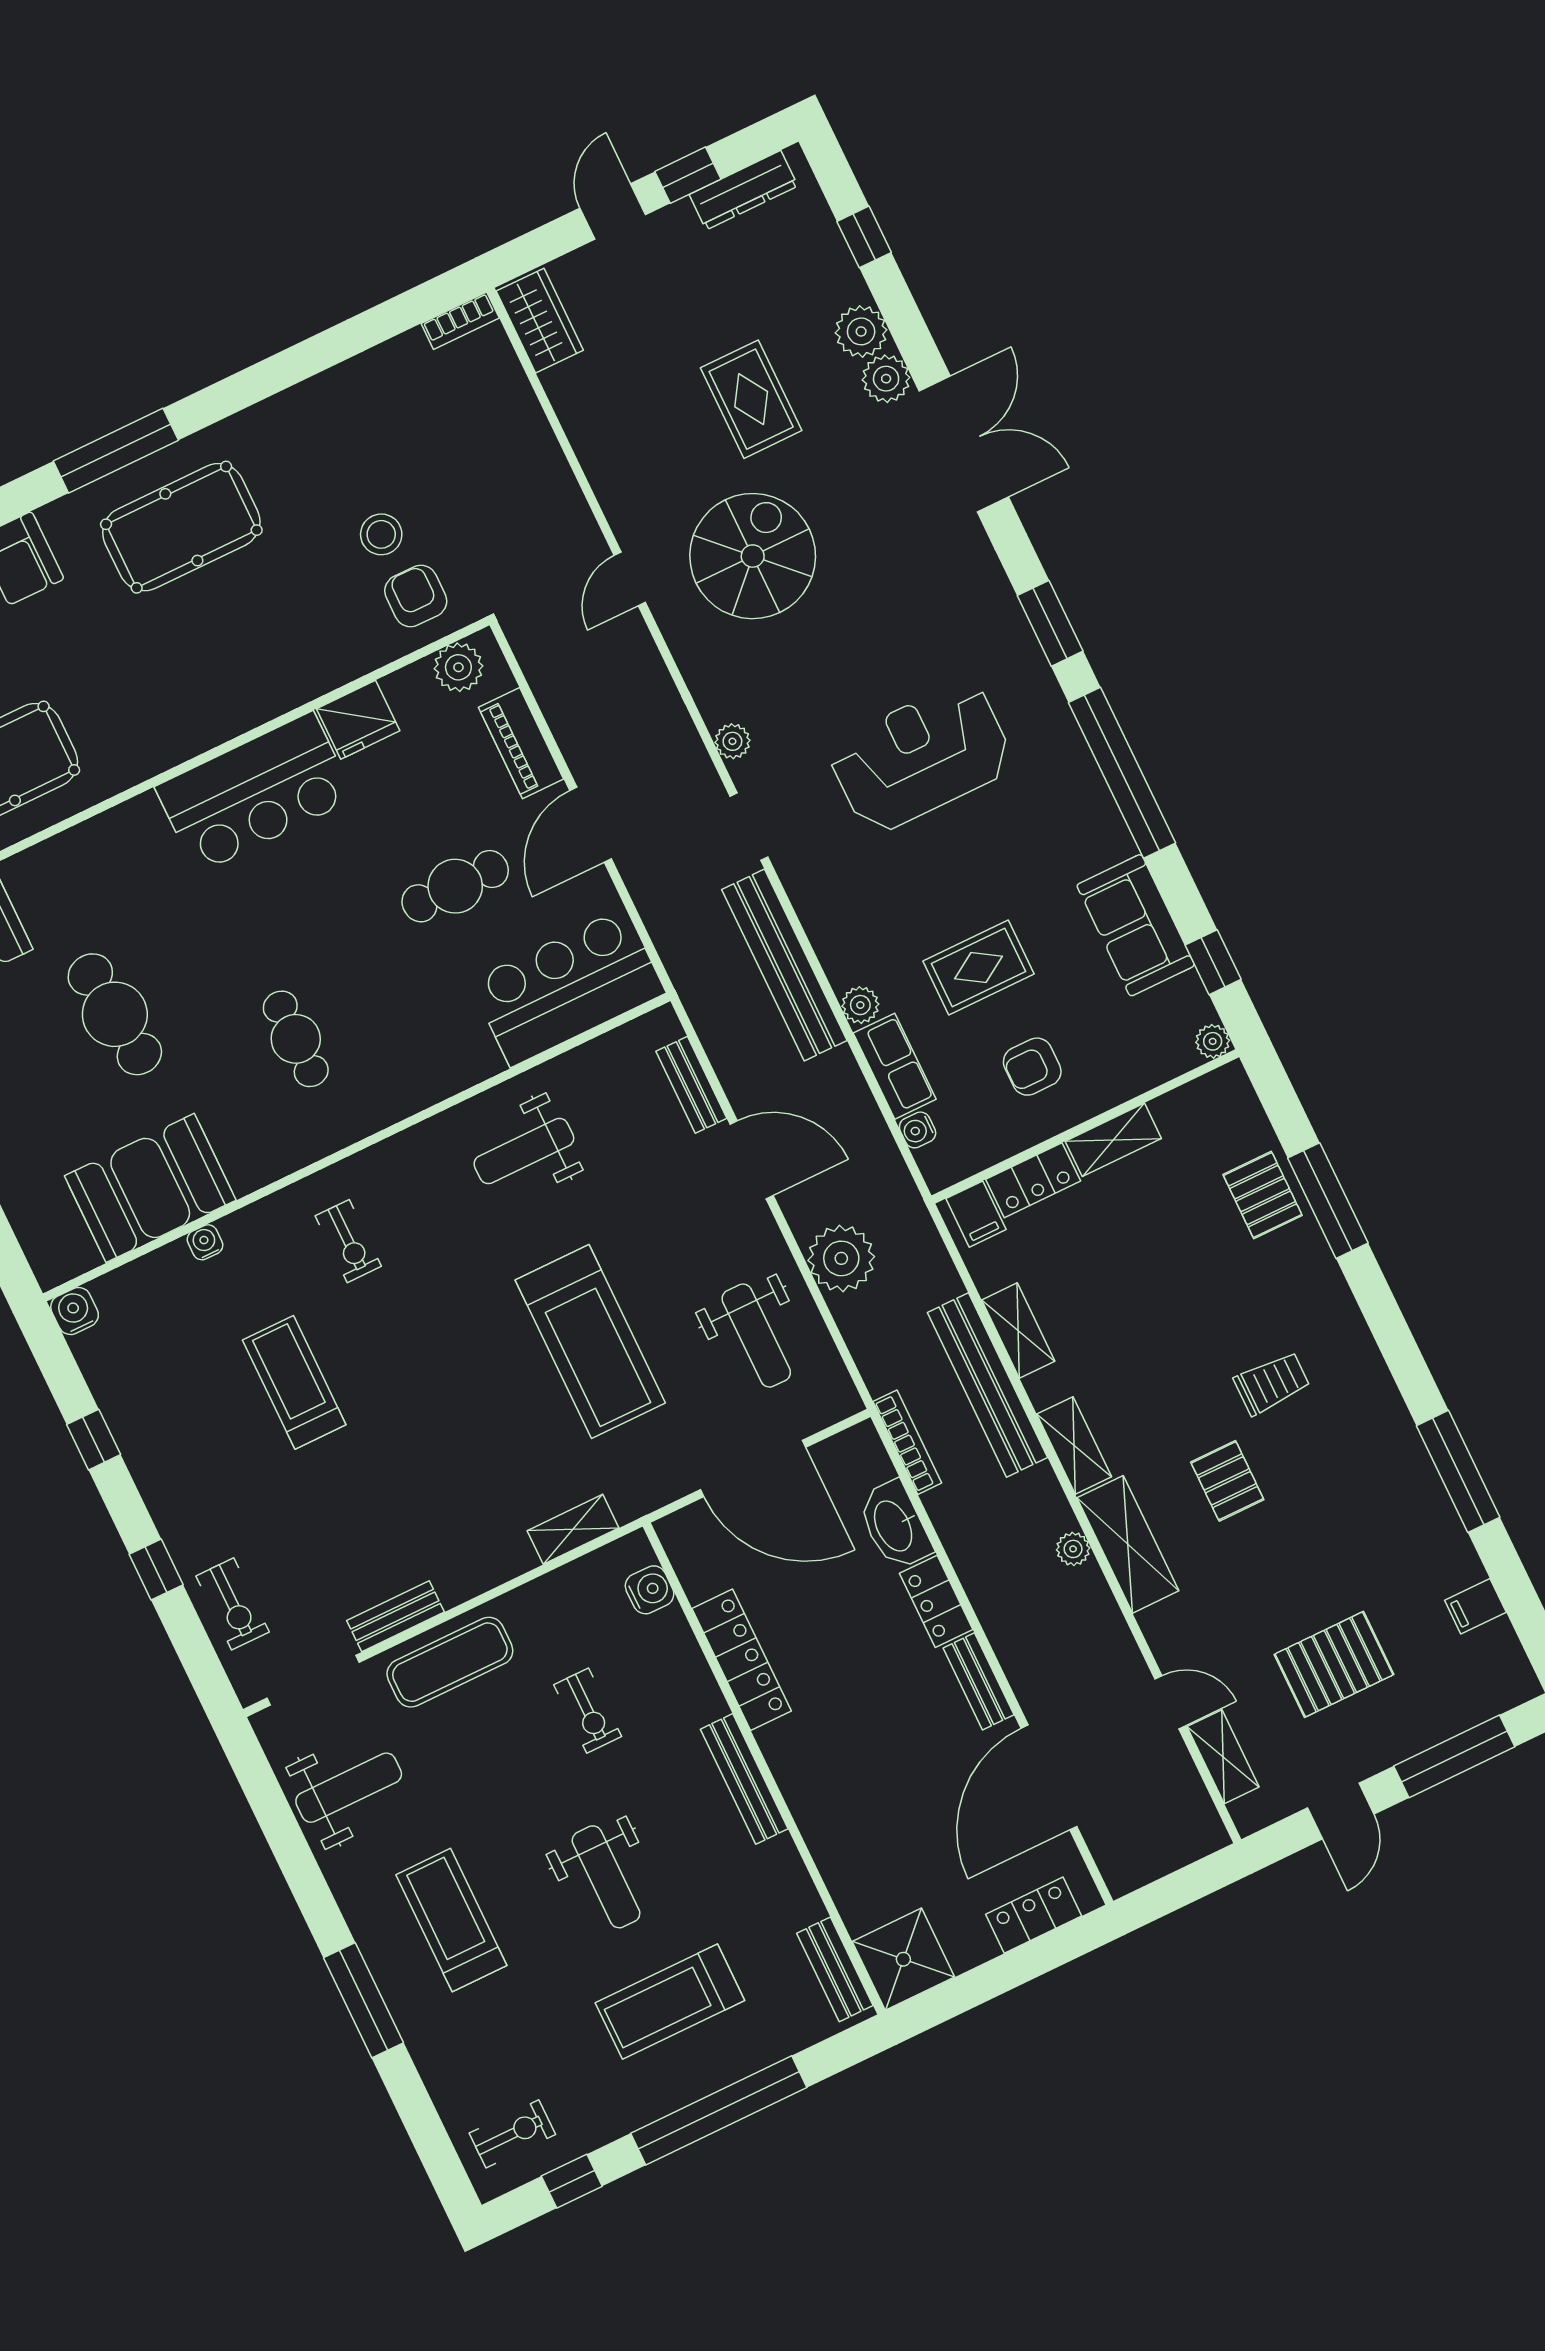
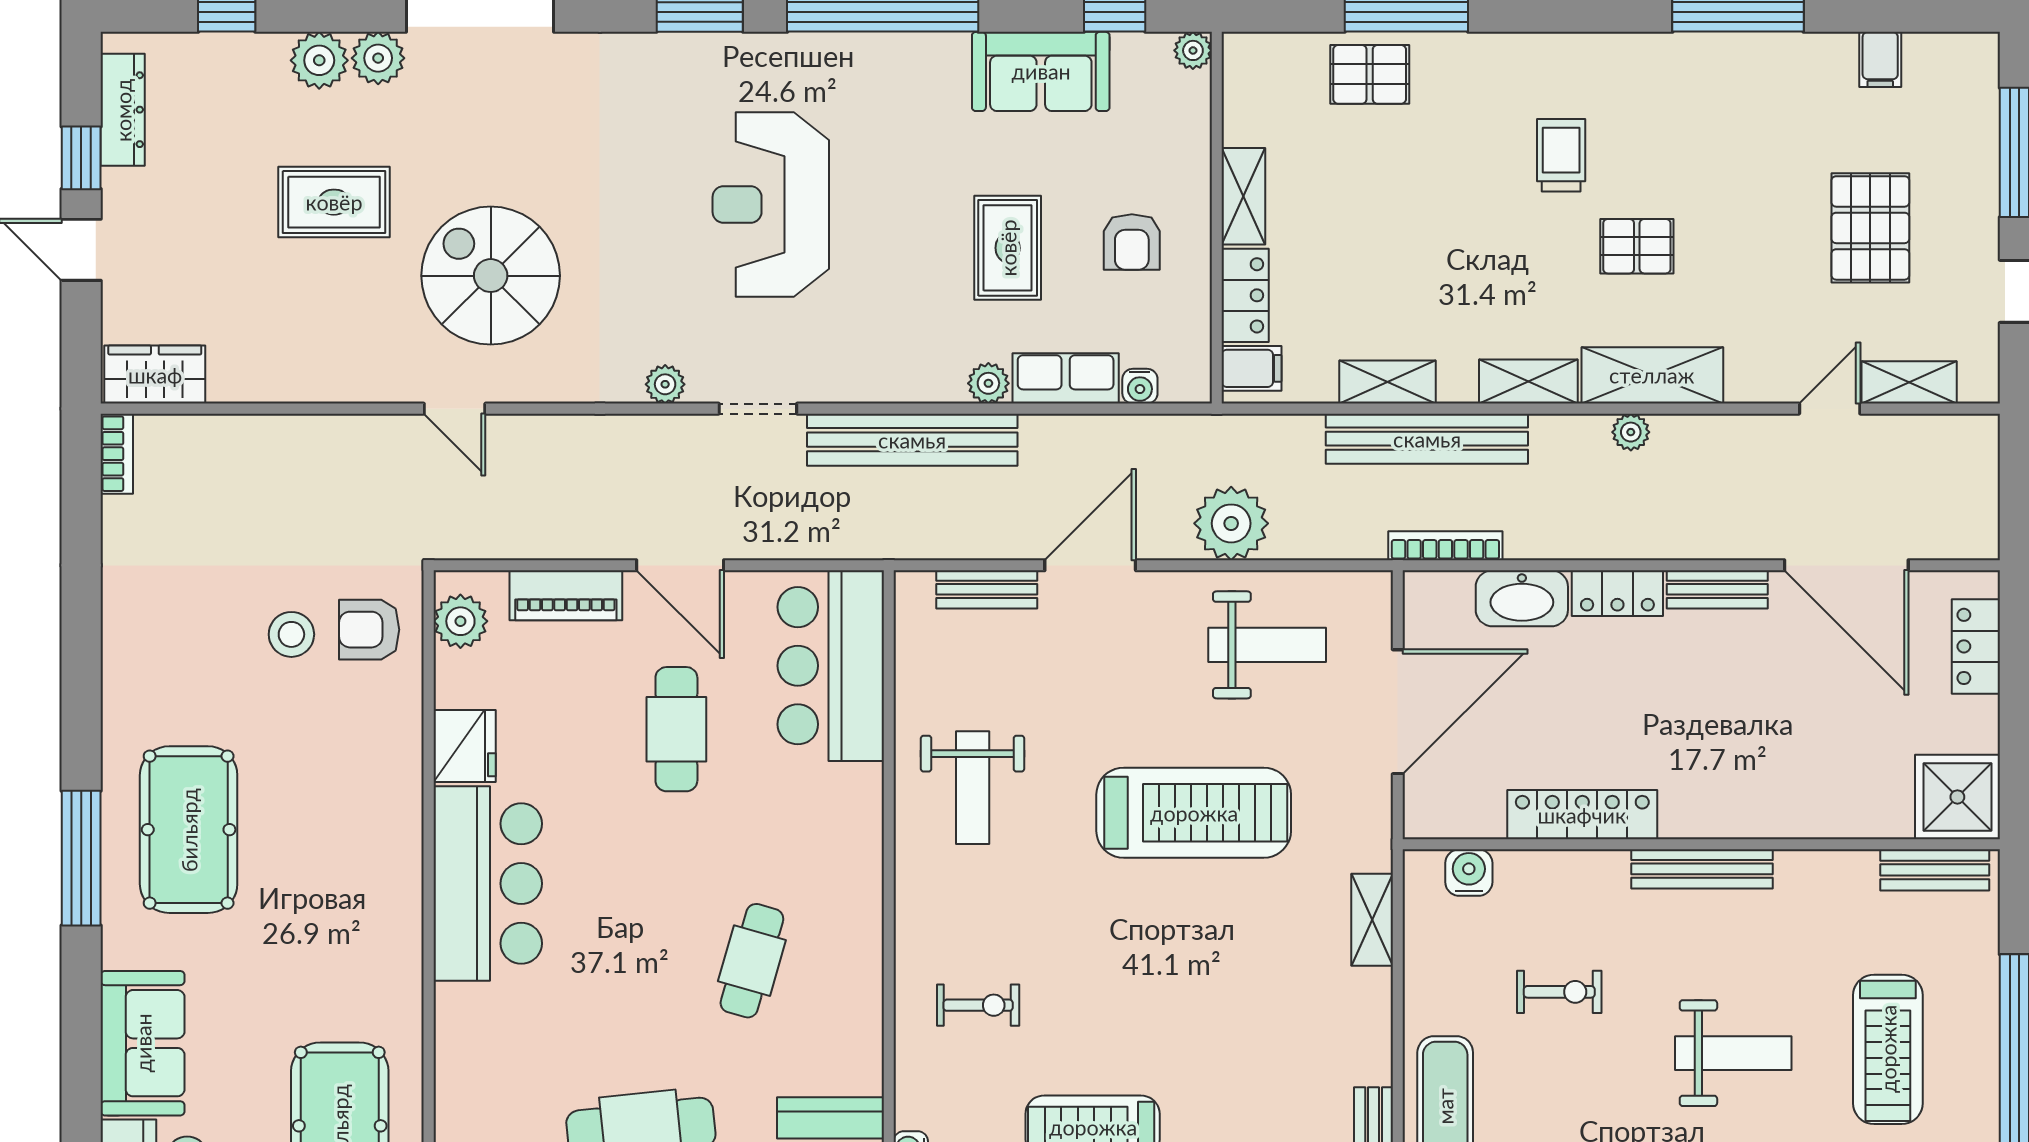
cafe table: (296, 1039) -> (752, 961), turned -74

